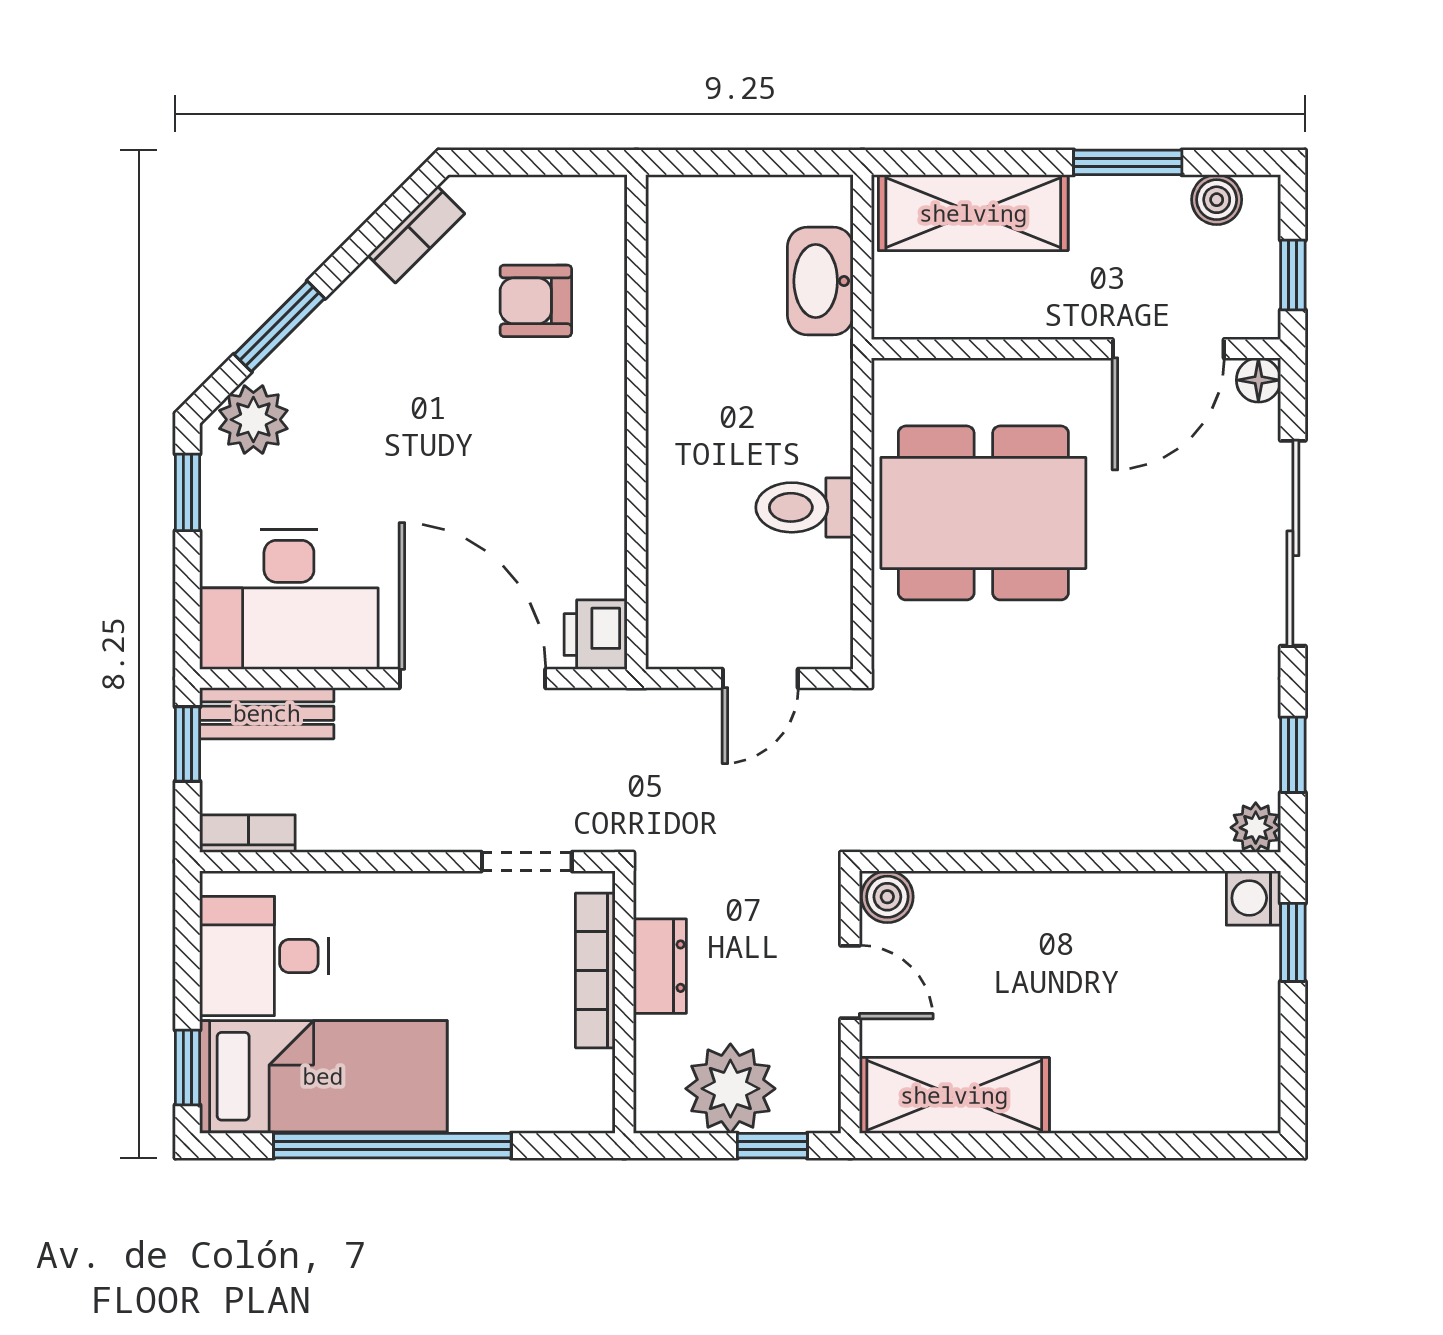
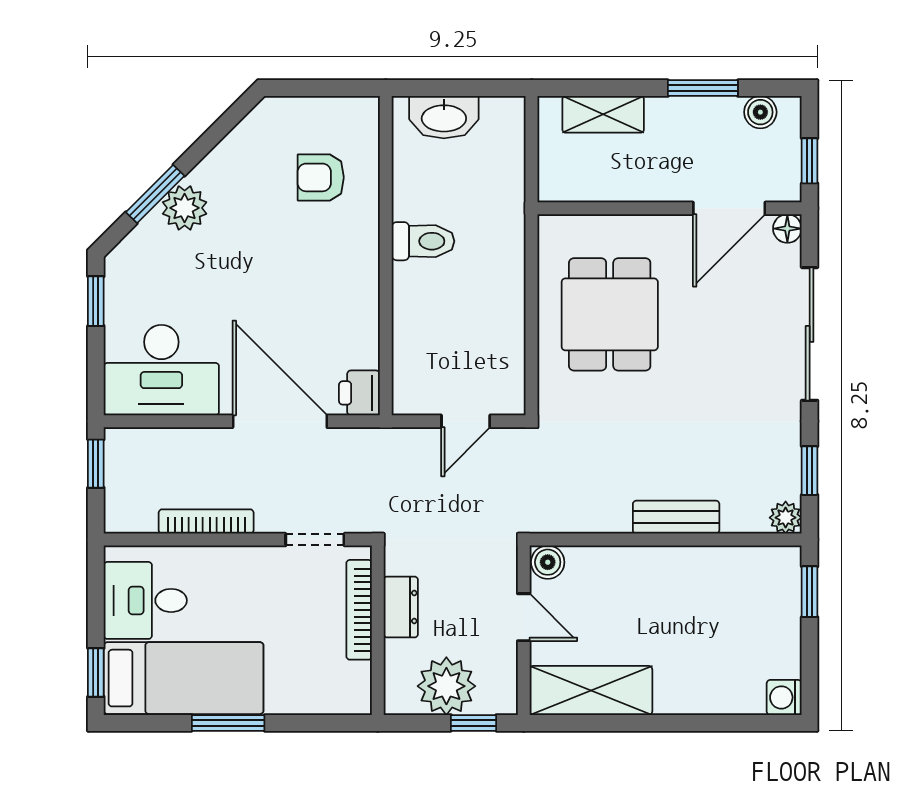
shelving: (973, 213) -> (603, 114), width x0.67, depth x0.75
bookcase: (416, 235) -> (244, 135), removed
washbasin: (820, 281) -> (444, 117), moved, turned -90
plant: (253, 420) -> (185, 208), moved
toilet: (804, 507) -> (423, 241), moved, turned 180
dining table: (983, 513) -> (610, 314), width x0.73
bench: (267, 713) -> (676, 517), moved
bookcase: (248, 834) -> (206, 521), moved, width x1.56
washing machine: (1254, 898) -> (784, 697), moved
window: (392, 1146) -> (228, 723), width x0.47

